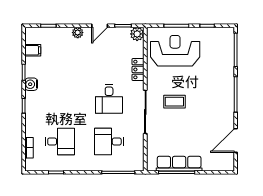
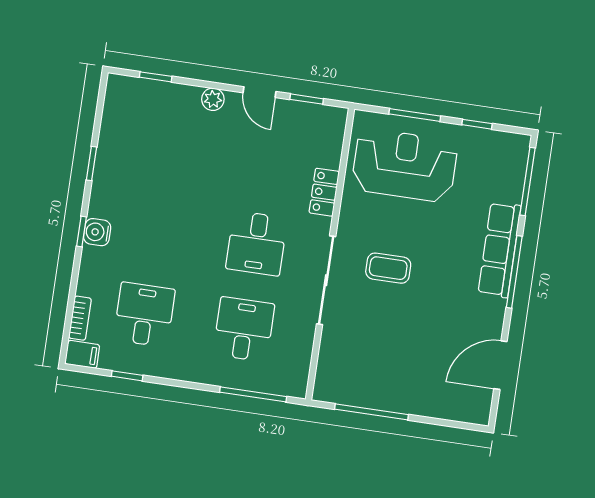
door: (100, 26) -> (260, 92), hinge flipped
plant: (137, 34) -> (333, 120), removed
filing cabinet: (33, 50) -> (82, 354), moved
water cooler: (31, 84) -> (97, 232), moved
desk: (60, 142) -> (144, 315), turned -90
desk: (109, 142) -> (244, 329), turned 90
row of seats: (179, 164) -> (499, 250), moved, turned -90

